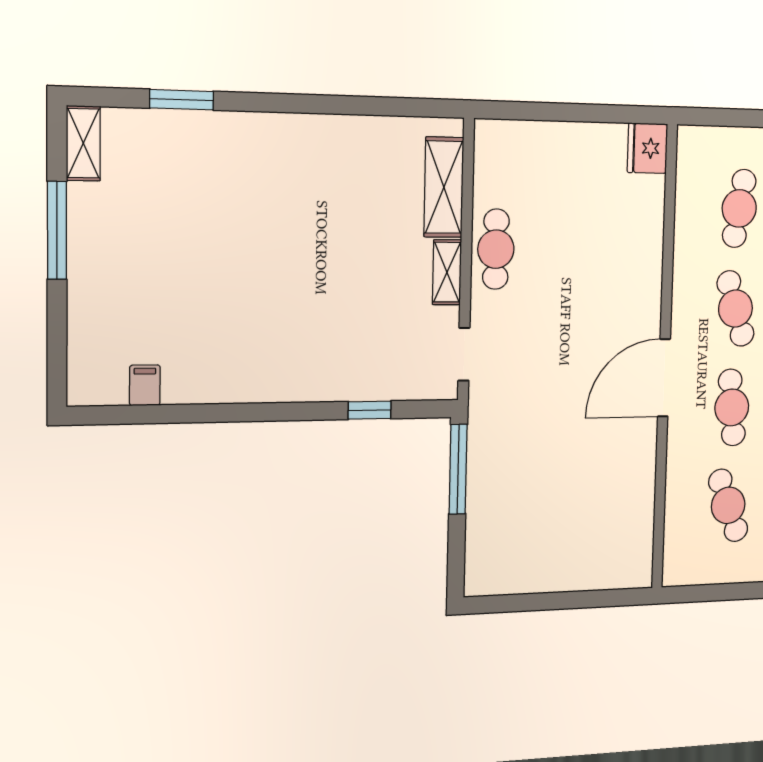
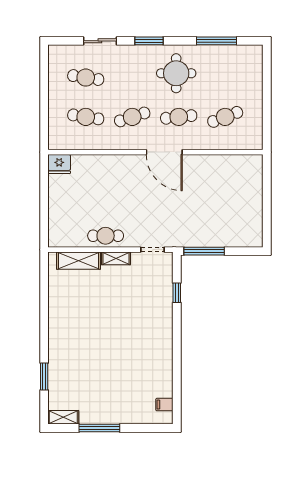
filing cabinet: (145, 385) -> (164, 405), moved

